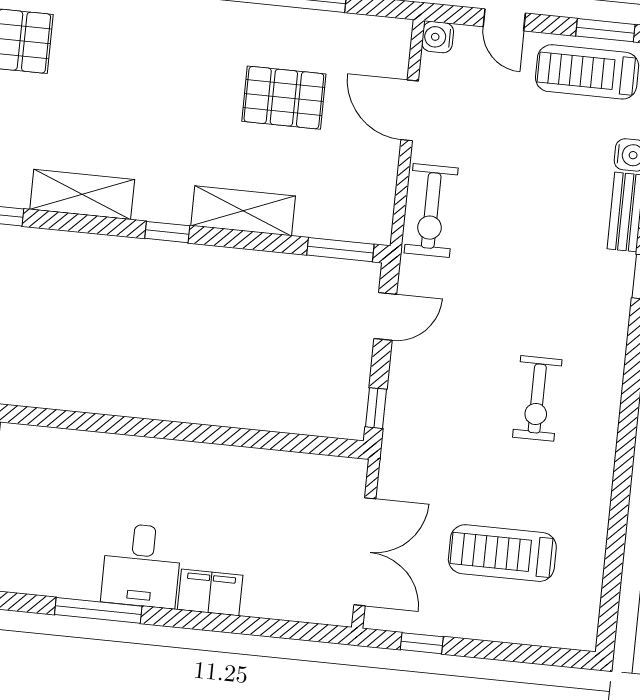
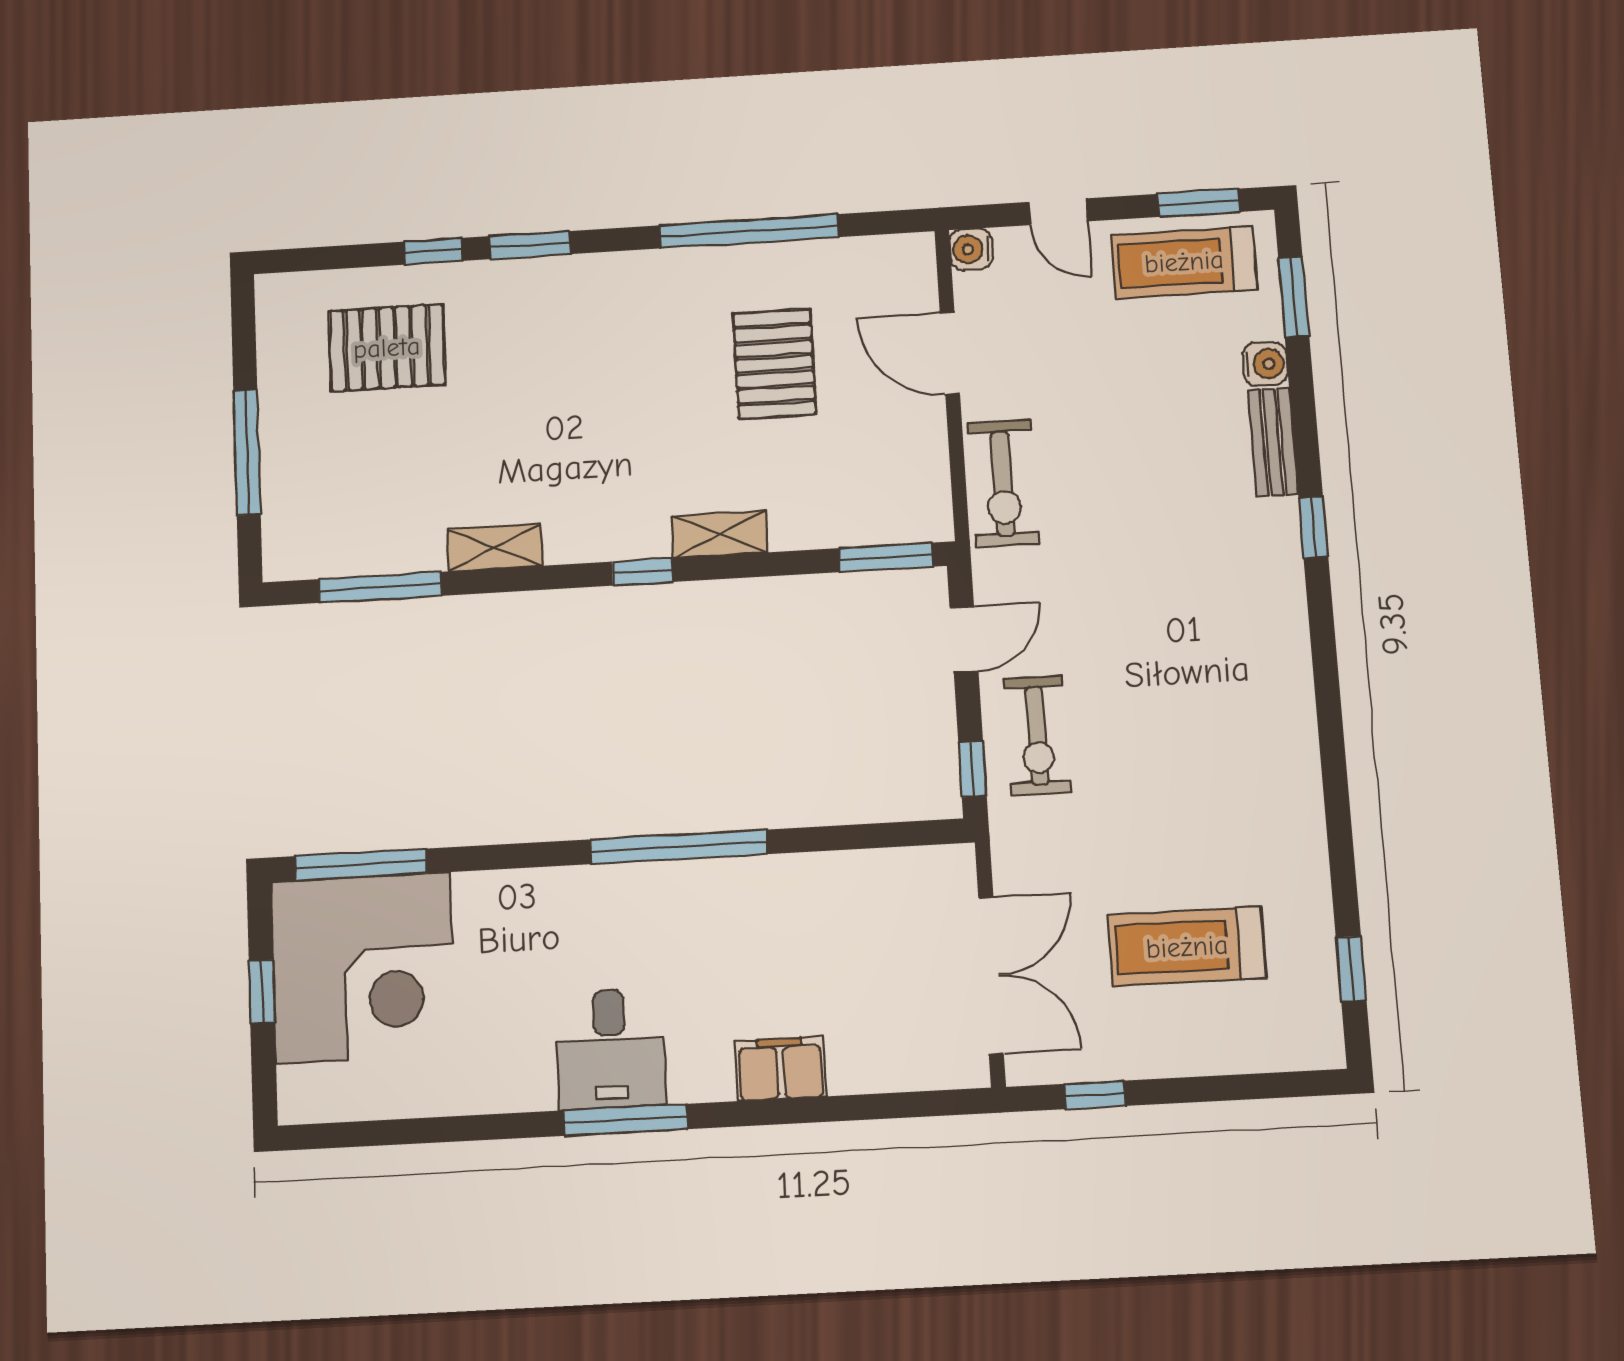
pallet: (284, 98) -> (774, 364), turned 90
shelving: (82, 194) -> (495, 548), width x0.67, depth x0.75
shelving: (243, 211) -> (720, 534), width x0.67, depth x0.75
exercise bike: (537, 398) -> (1037, 736), moved
window: (163, 430) -> (679, 847), added
desk: (142, 566) -> (610, 1049), moved
window: (611, 586) -> (1351, 969), added

